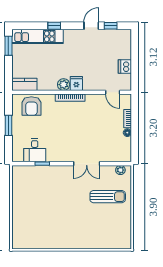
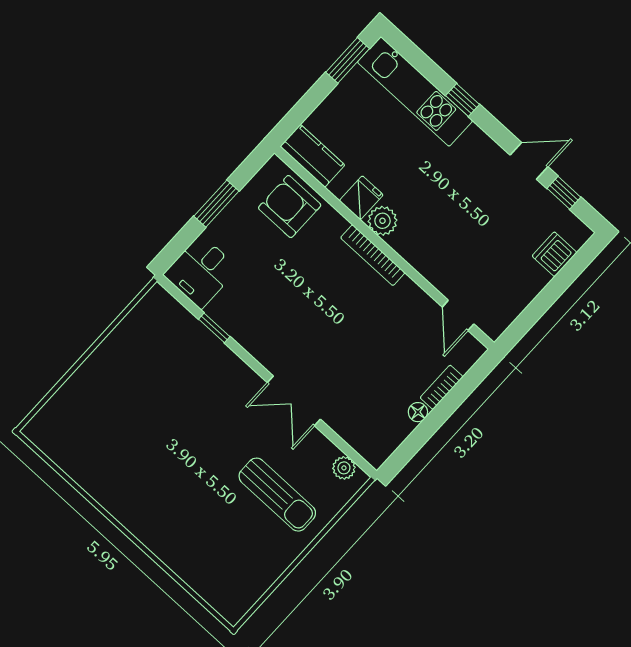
dishwasher: (125, 67) -> (554, 254), moved
fridge: (76, 83) -> (361, 198), moved
armchair: (31, 106) -> (290, 207), turned 90
desk: (35, 150) -> (201, 272), moved

